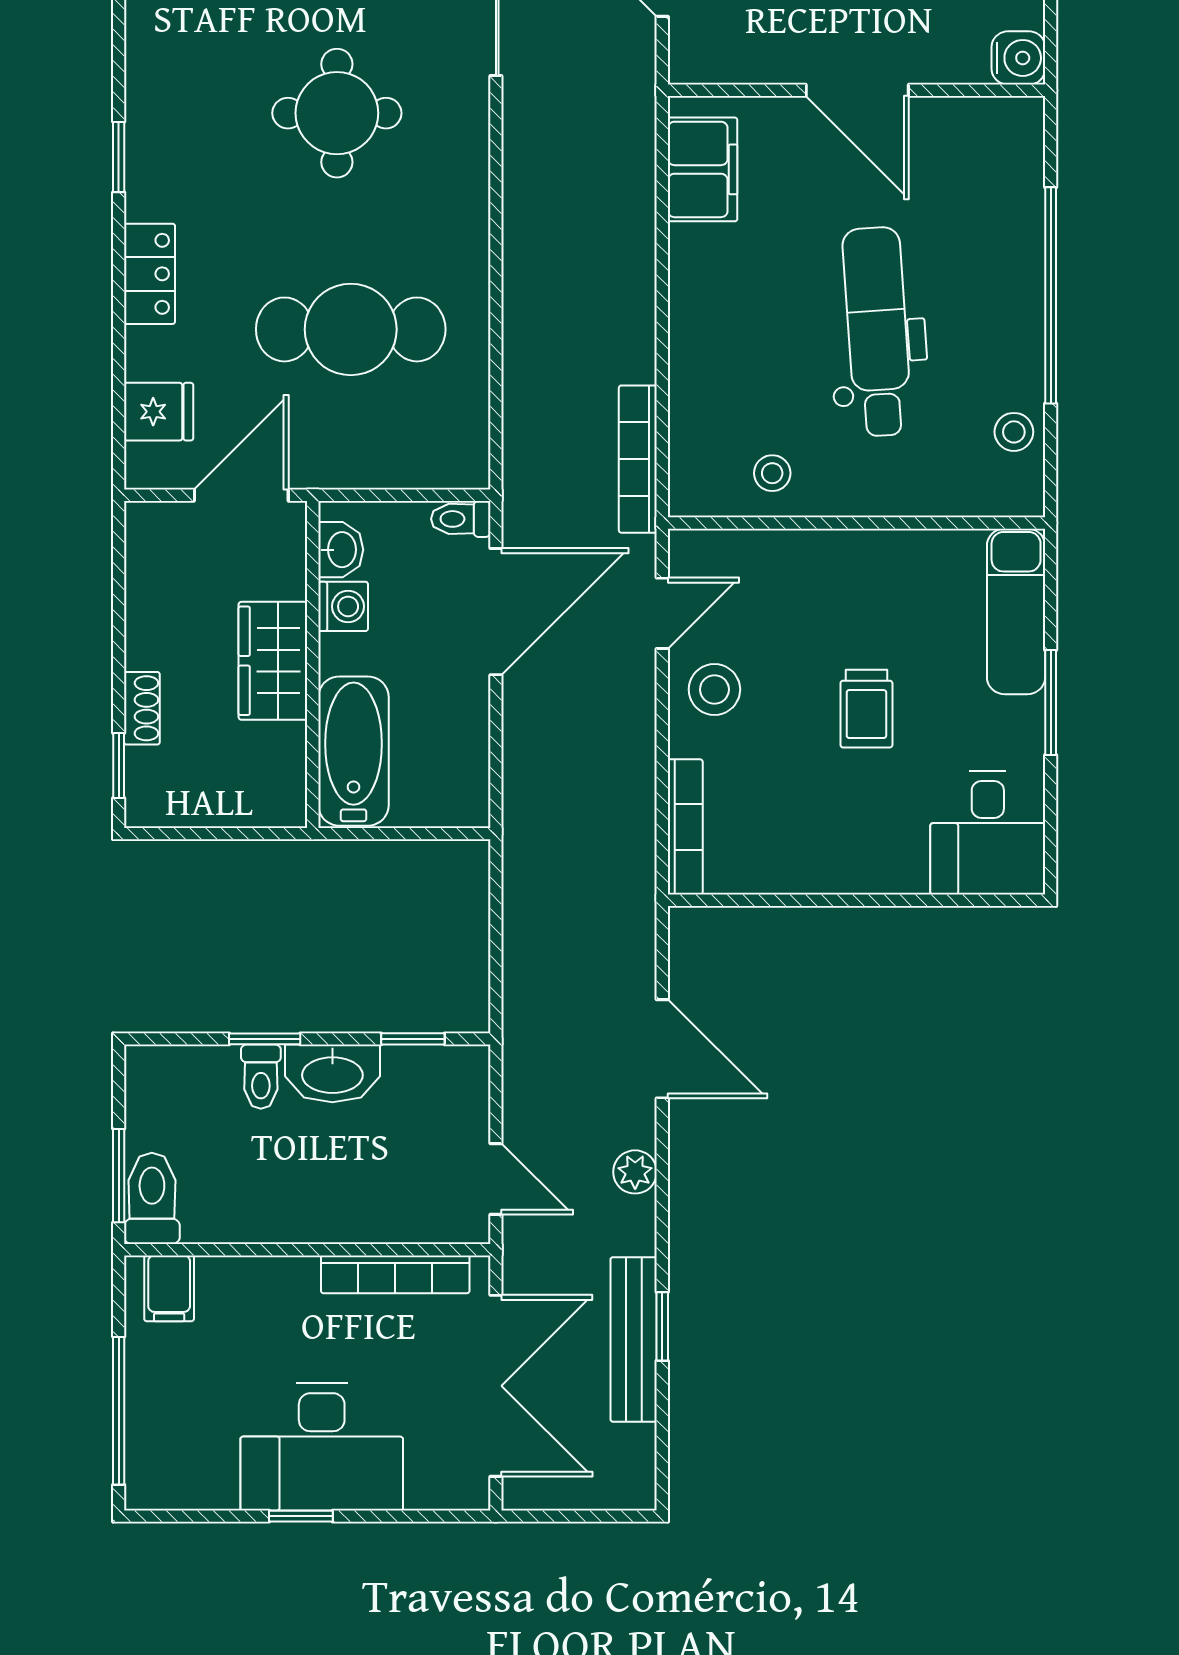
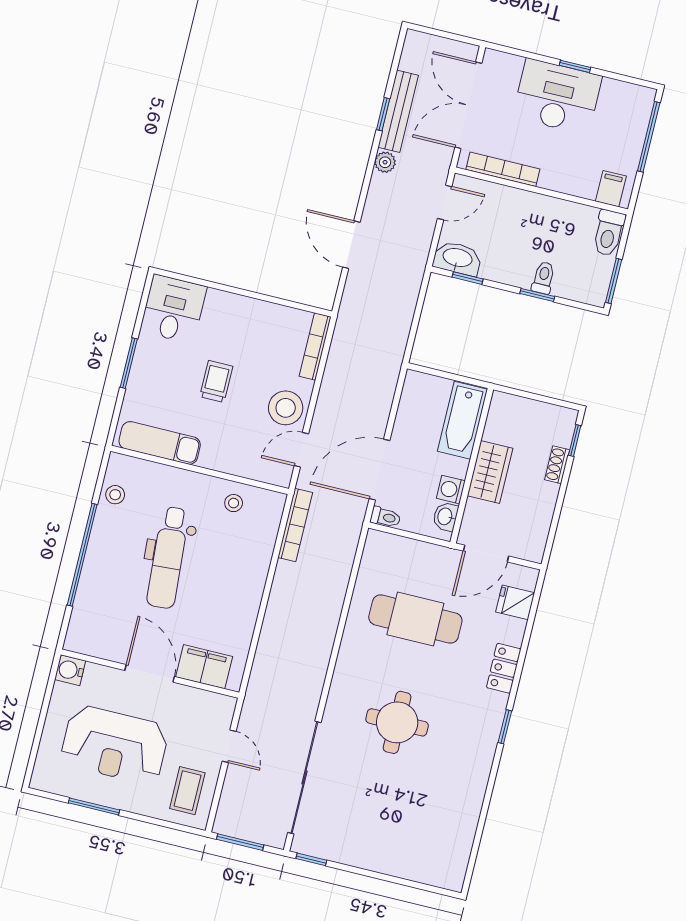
filing cabinet: (703, 169) -> (204, 667), moved, turned 90
exam couch: (1016, 611) -> (160, 443), moved, turned -90
stool: (714, 689) -> (286, 408), width x1.38, depth x1.38
washbasin: (332, 1073) -> (457, 258), moved
plant: (635, 1172) -> (385, 162), moved
window: (119, 1176) -> (614, 281), moved
door: (496, 1179) -> (445, 203), swing flipped

